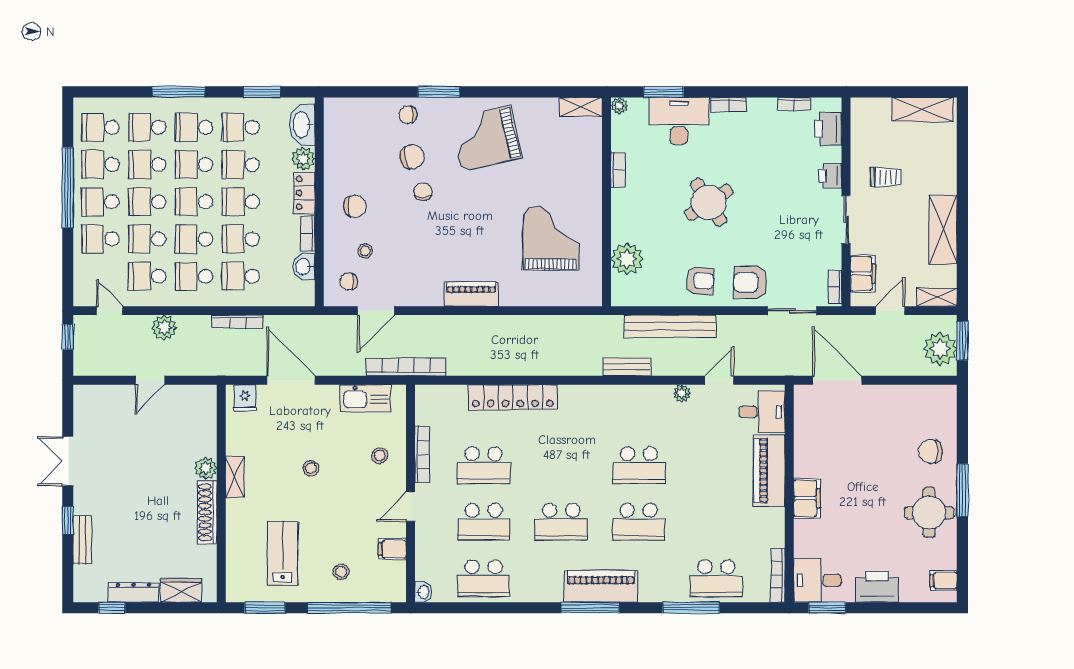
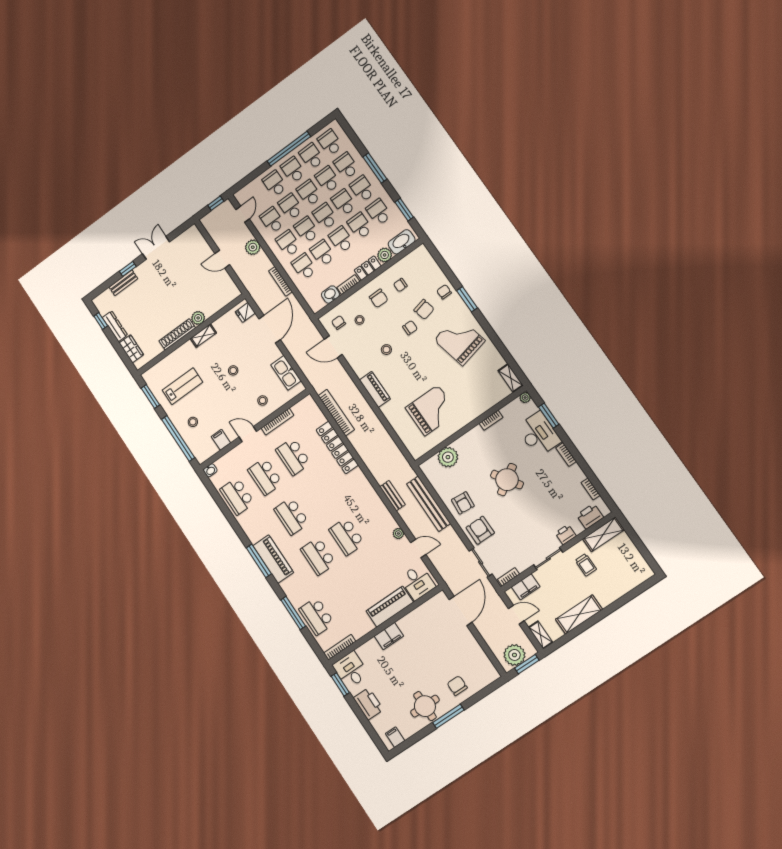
shelving: (923, 109) -> (603, 534), moved, turned 90
chair: (358, 166) -> (400, 285), added
stool: (430, 242) -> (386, 350), added
bookcase: (406, 367) -> (336, 413), moved

